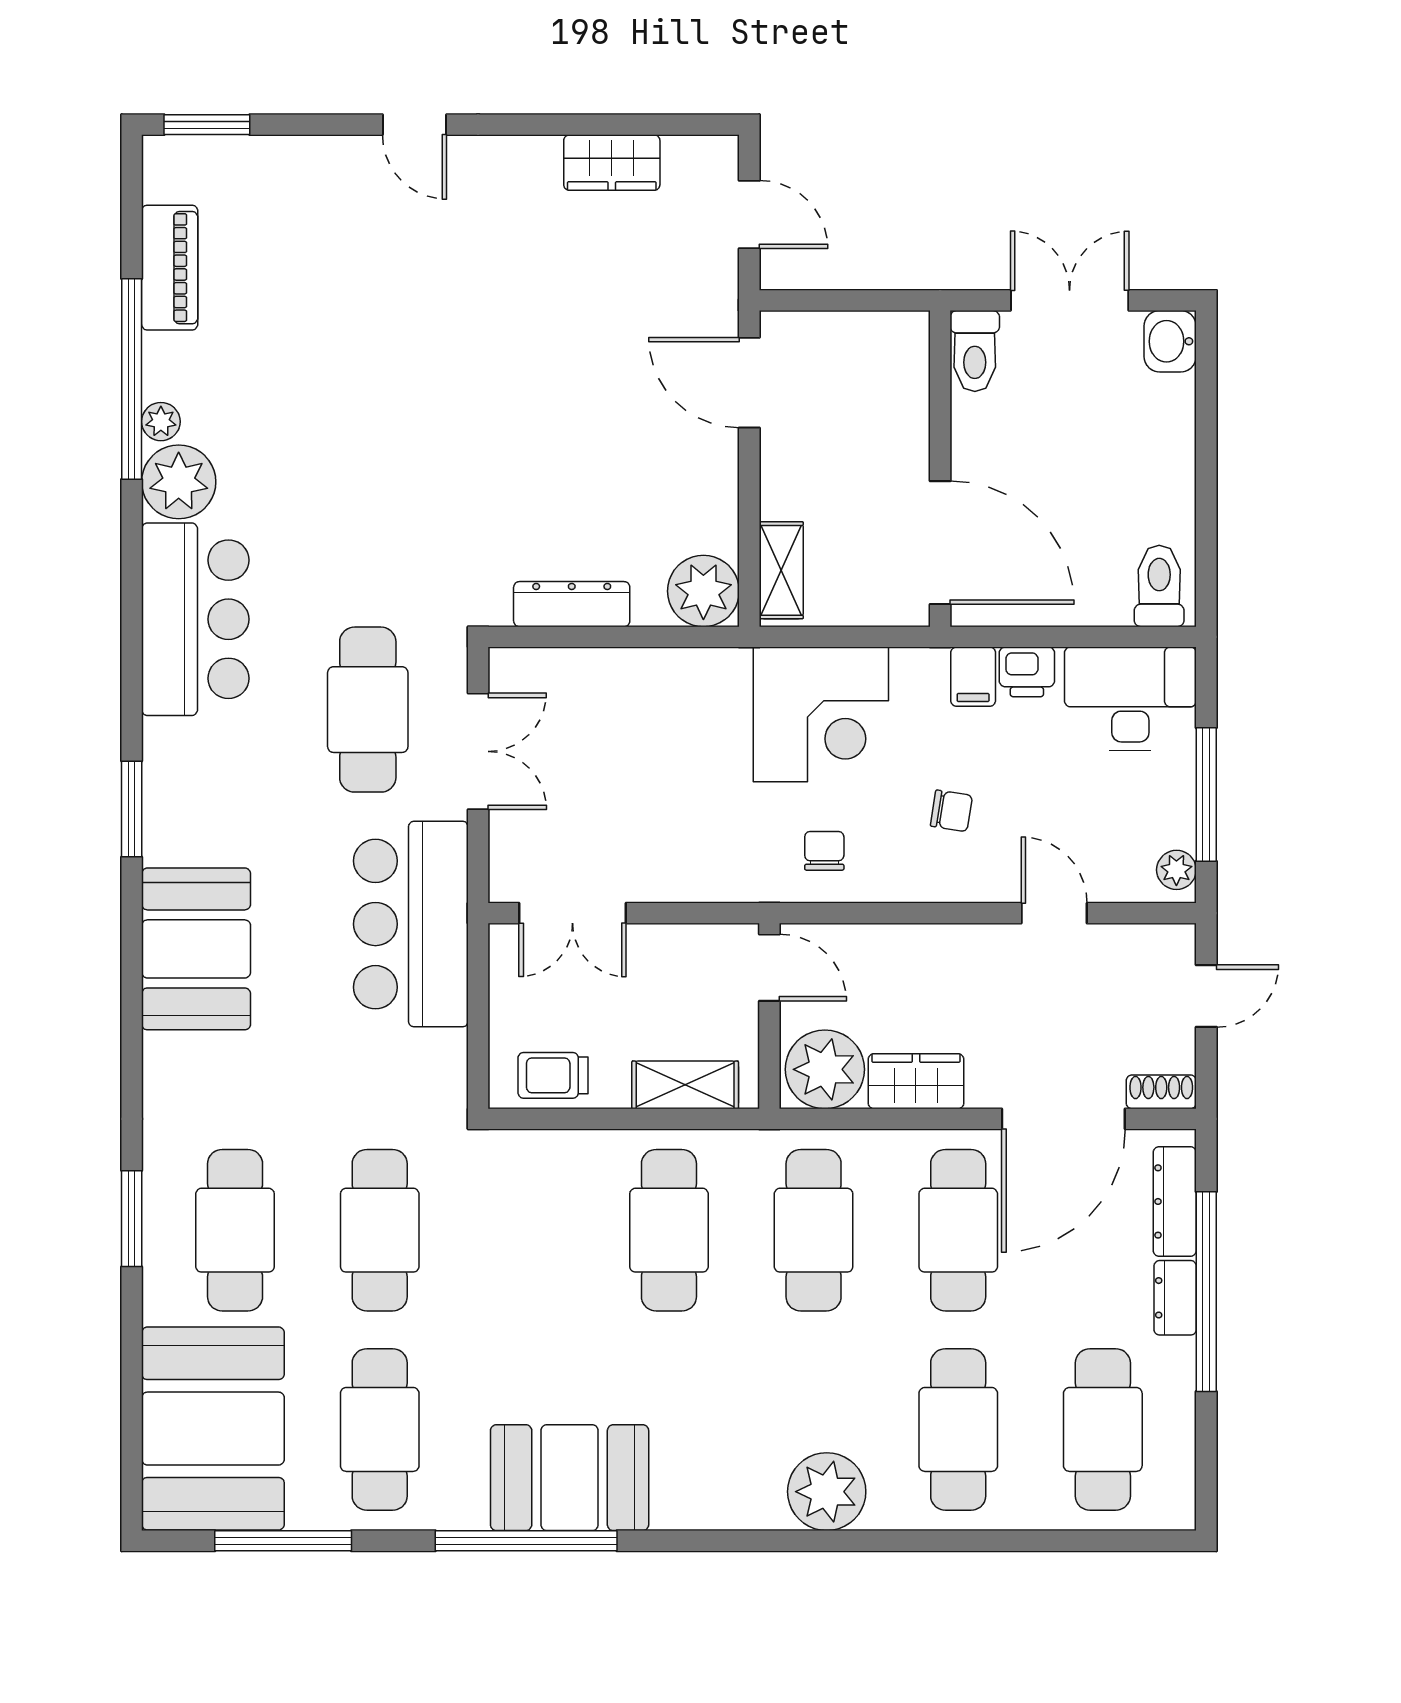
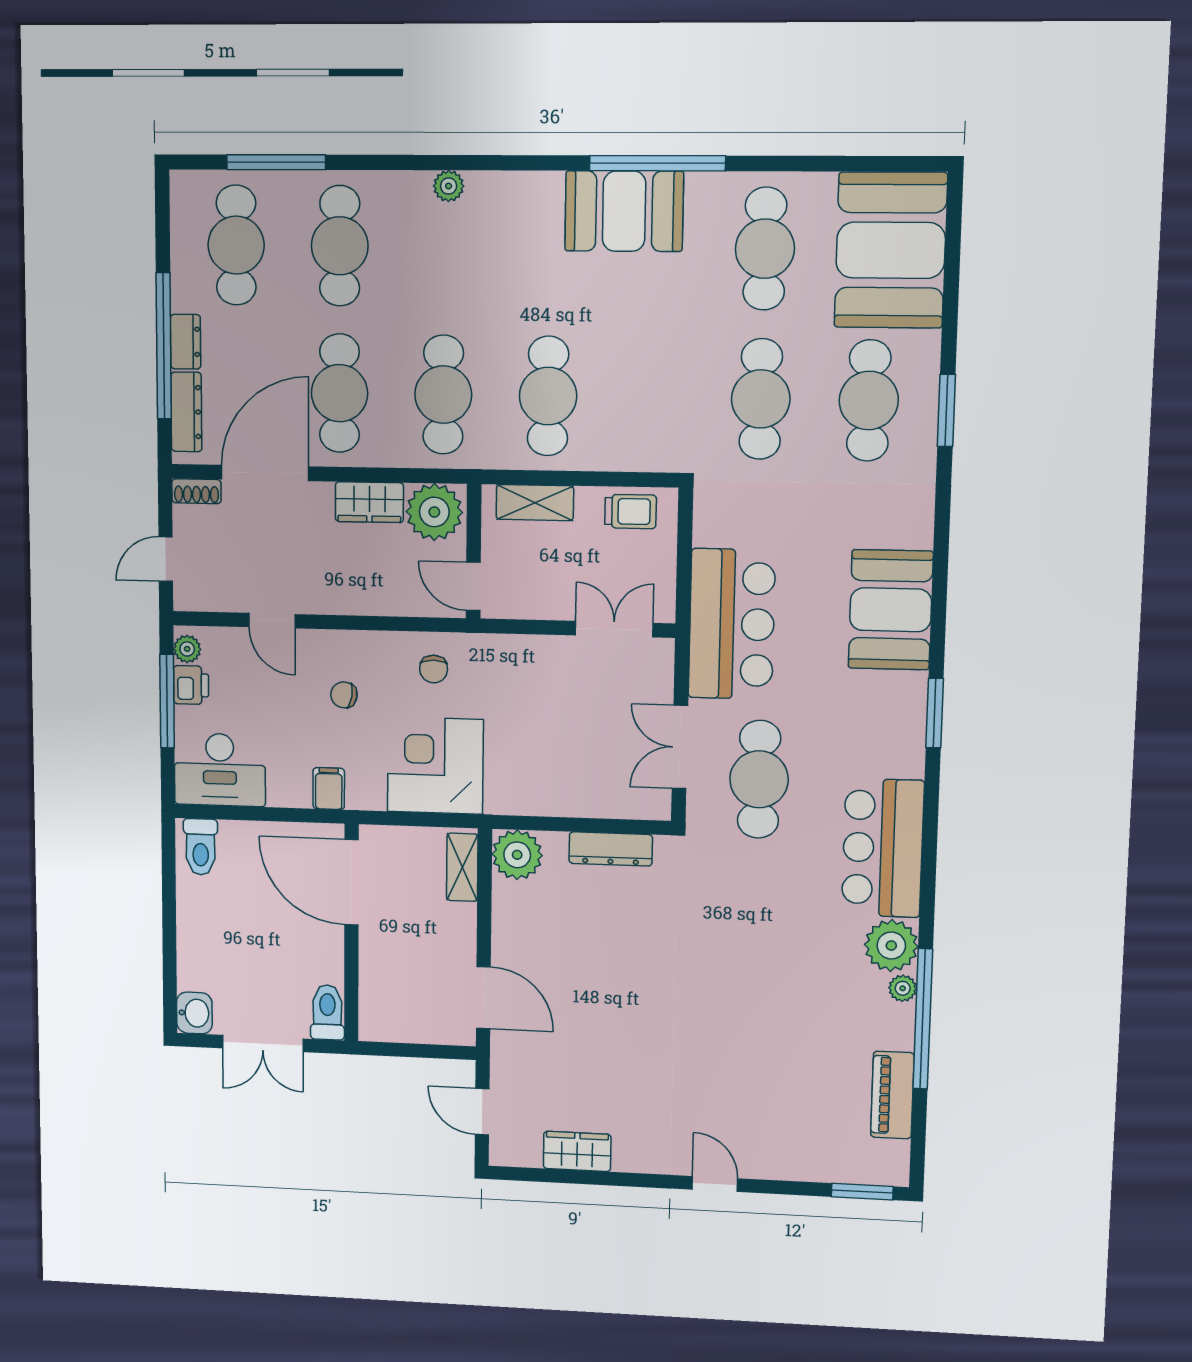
printer: (1027, 672) -> (191, 685), moved, turned 90
plant: (827, 1492) -> (449, 186), width x0.53, depth x0.53
window: (283, 1541) -> (276, 162), moved

